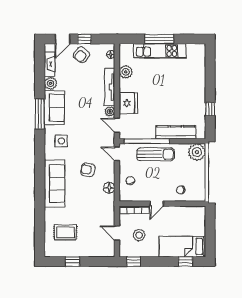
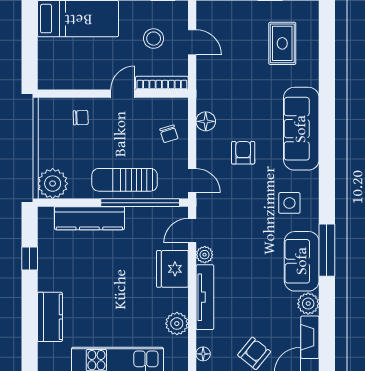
kitchen counter: (198, 76) -> (50, 317), added
door: (117, 125) -> (192, 231), swing flipped
armchair: (88, 170) -> (243, 153), turned -102
rug: (65, 232) -> (282, 43), turned 90

